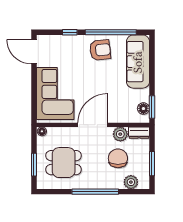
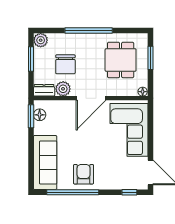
window: (70, 32) -> (129, 192), moved
armchair: (100, 50) -> (84, 174), turned 96
dining table: (64, 163) -> (121, 60), turned 90
plant: (131, 182) -> (41, 40), moved

